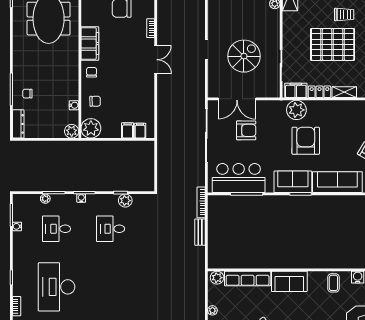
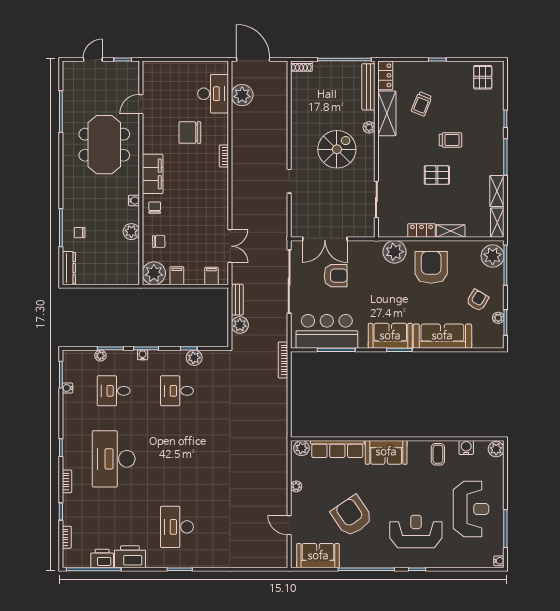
pallet: (333, 44) -> (437, 175), width x0.49, depth x0.50
spiral stairs: (244, 56) -> (337, 149), moved
double door: (156, 60) -> (230, 246), moved
filing cabinet: (296, 90) -> (394, 229), removed
water cooler: (74, 105) -> (134, 200), moved
filing cabinet: (128, 130) -> (177, 276), moved
plant: (72, 131) -> (131, 232), moved
armchair: (306, 141) -> (431, 267), moved
plant: (164, 173) -> (240, 325), added
bench: (200, 232) -> (237, 300), moved

